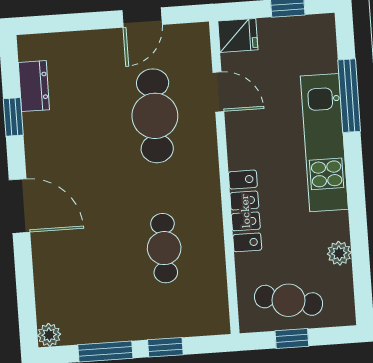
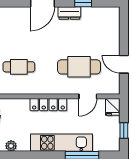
dresser: (34, 86) -> (69, 13), moved
locker: (245, 211) -> (48, 105), moved

